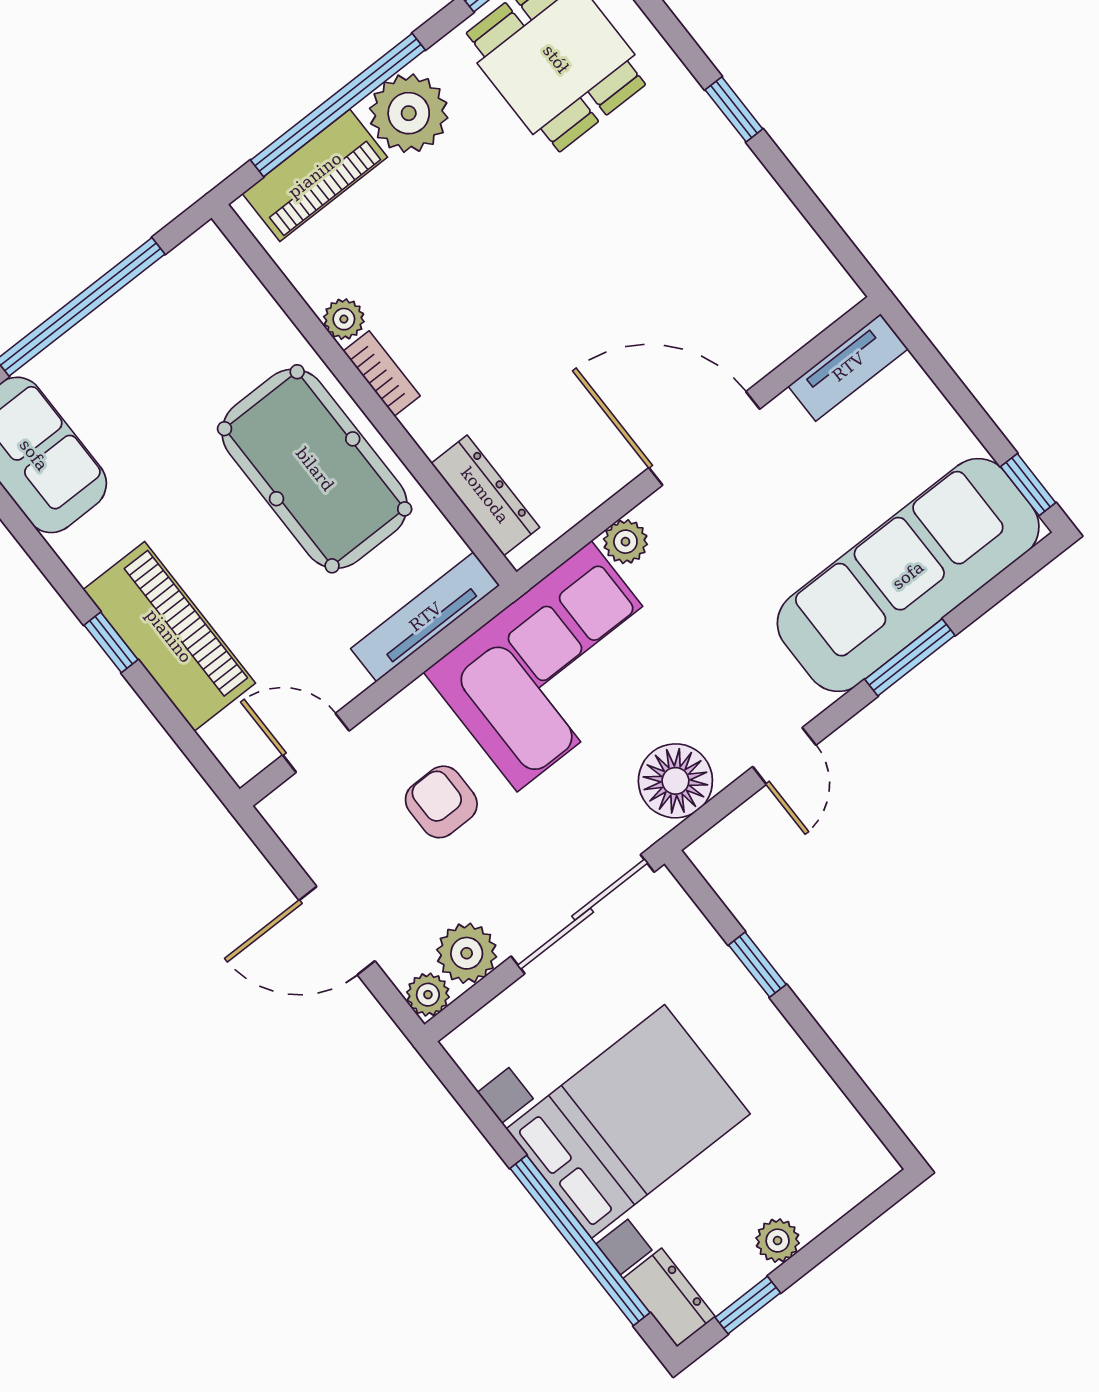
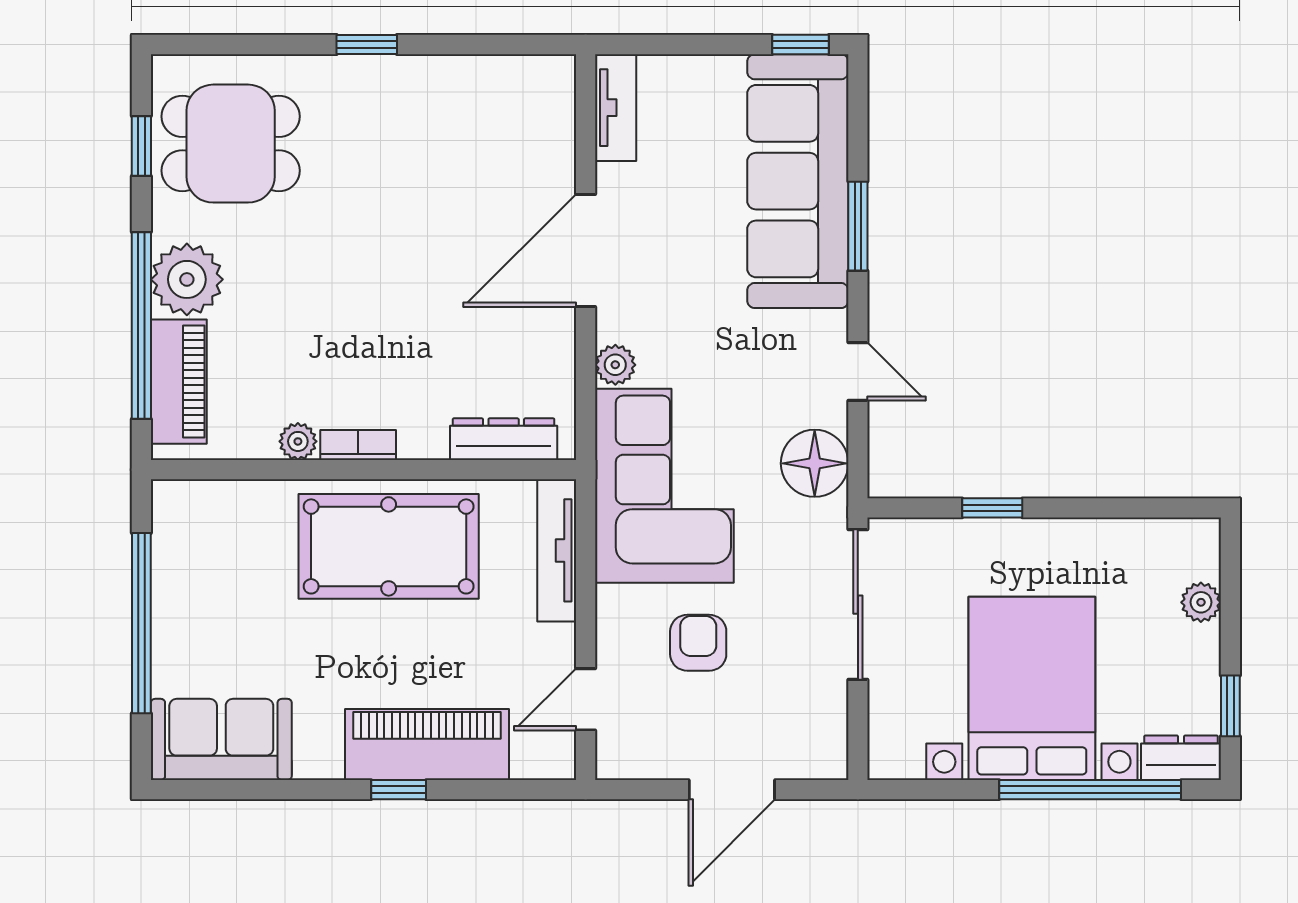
armchair: (441, 802) -> (698, 643), turned 90
plant: (467, 953) -> (821, 710), removed
plant: (428, 995) -> (829, 760), removed
plant: (778, 1241) -> (1201, 602), moved

